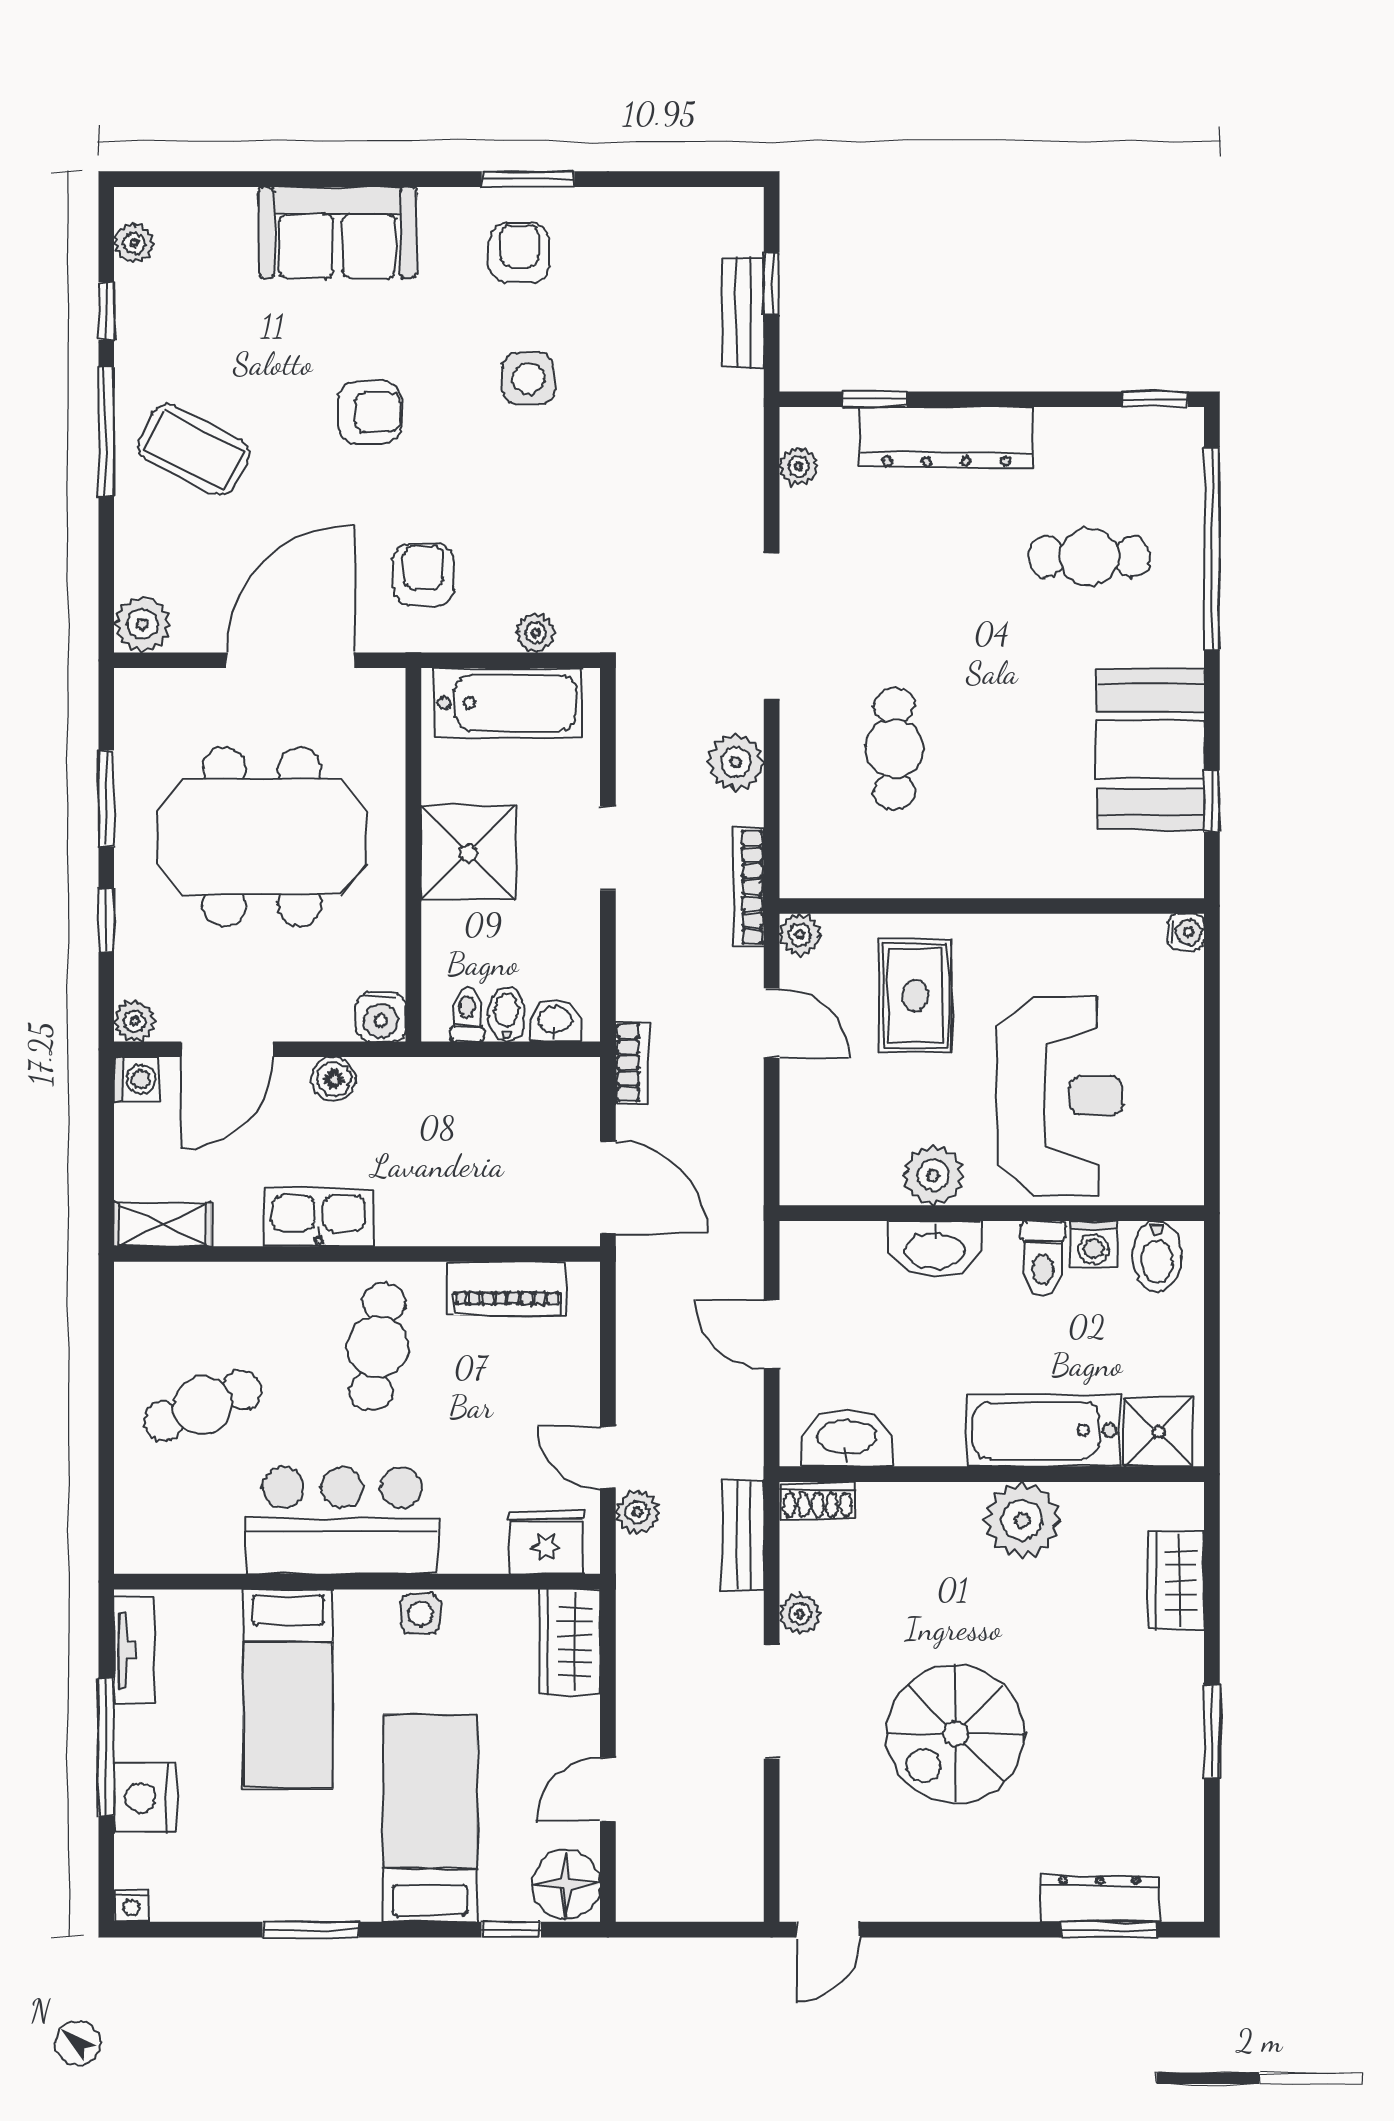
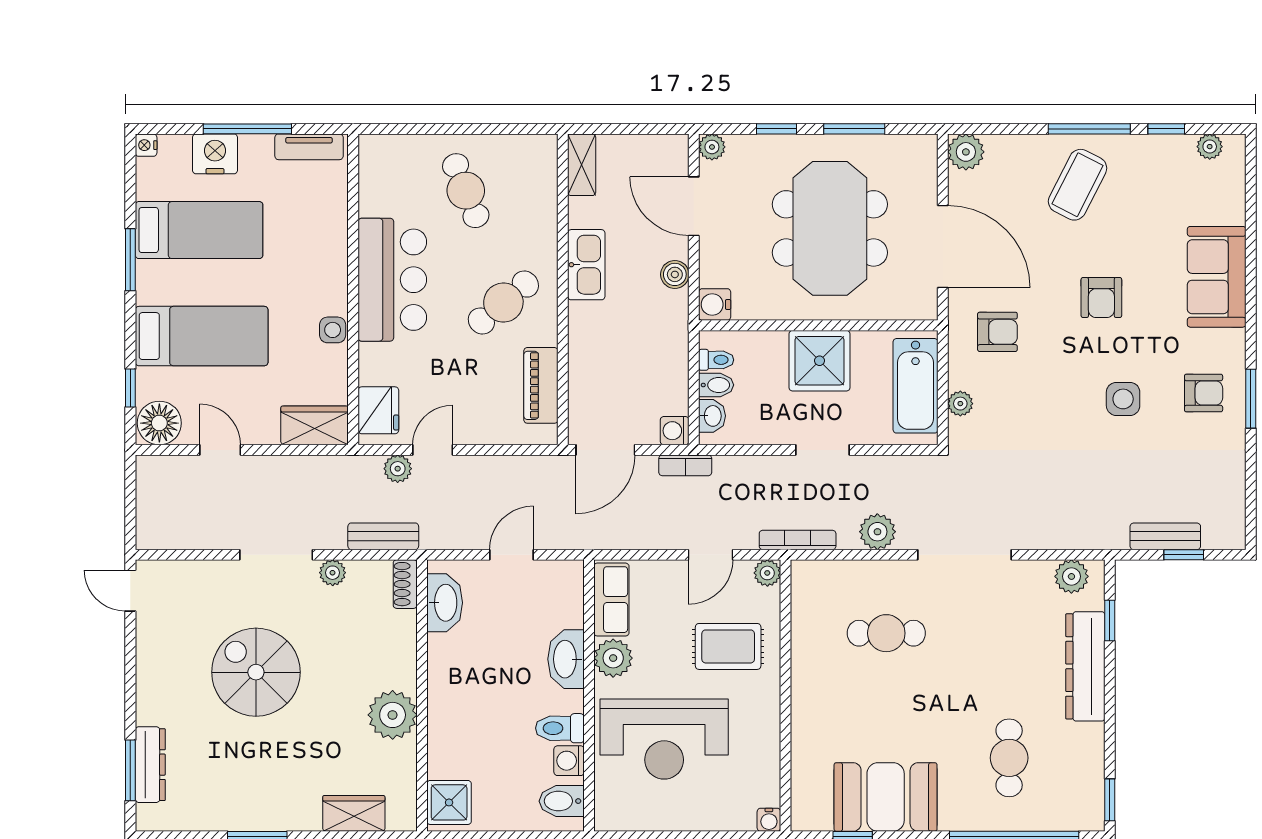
plant: (799, 466) -> (1071, 576), width x1.38, depth x1.38
washing machine: (136, 1079) -> (675, 431), moved, turned 90
row of seats: (842, 1178) -> (611, 600), added
cafe table: (378, 1347) -> (503, 303), turned -48
bathtub: (1044, 1430) -> (450, 729), removed
bed: (288, 1689) -> (199, 230), moved, turned 180

